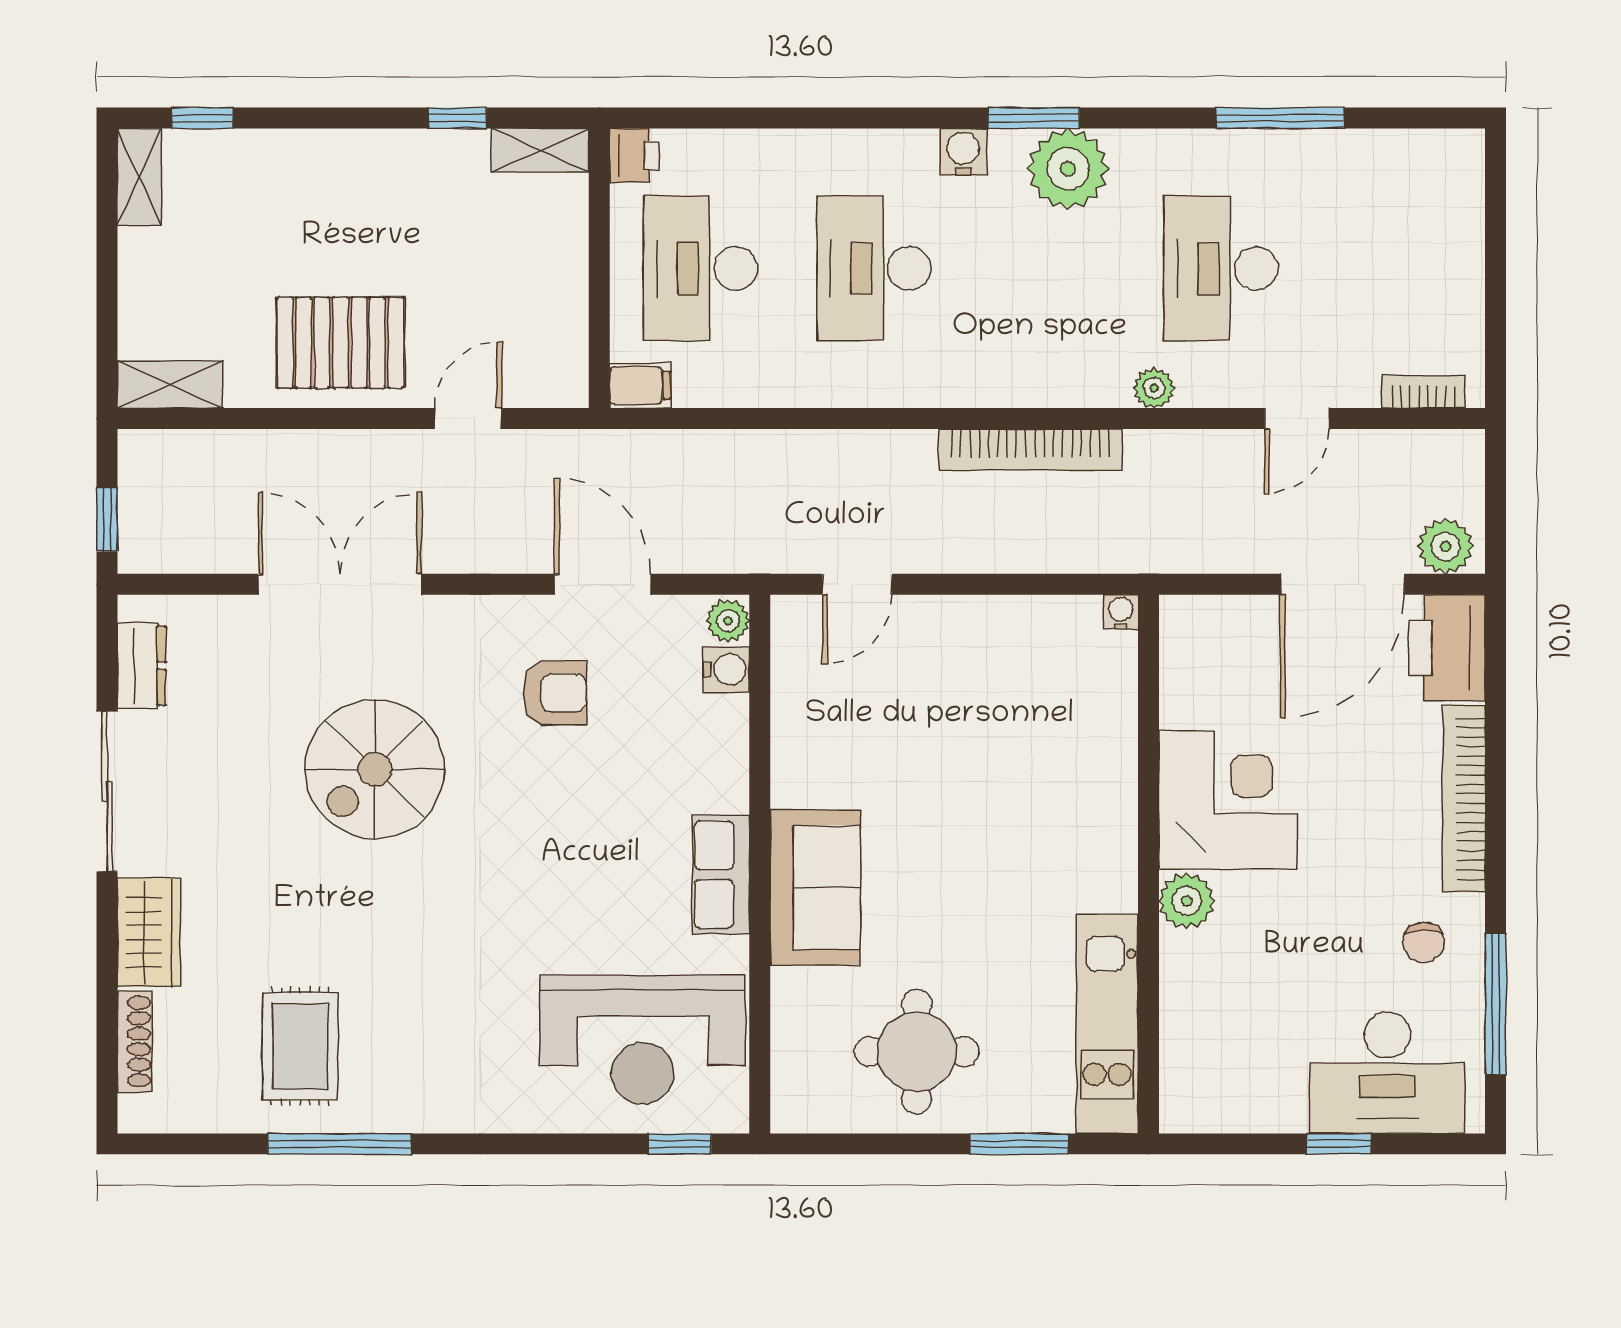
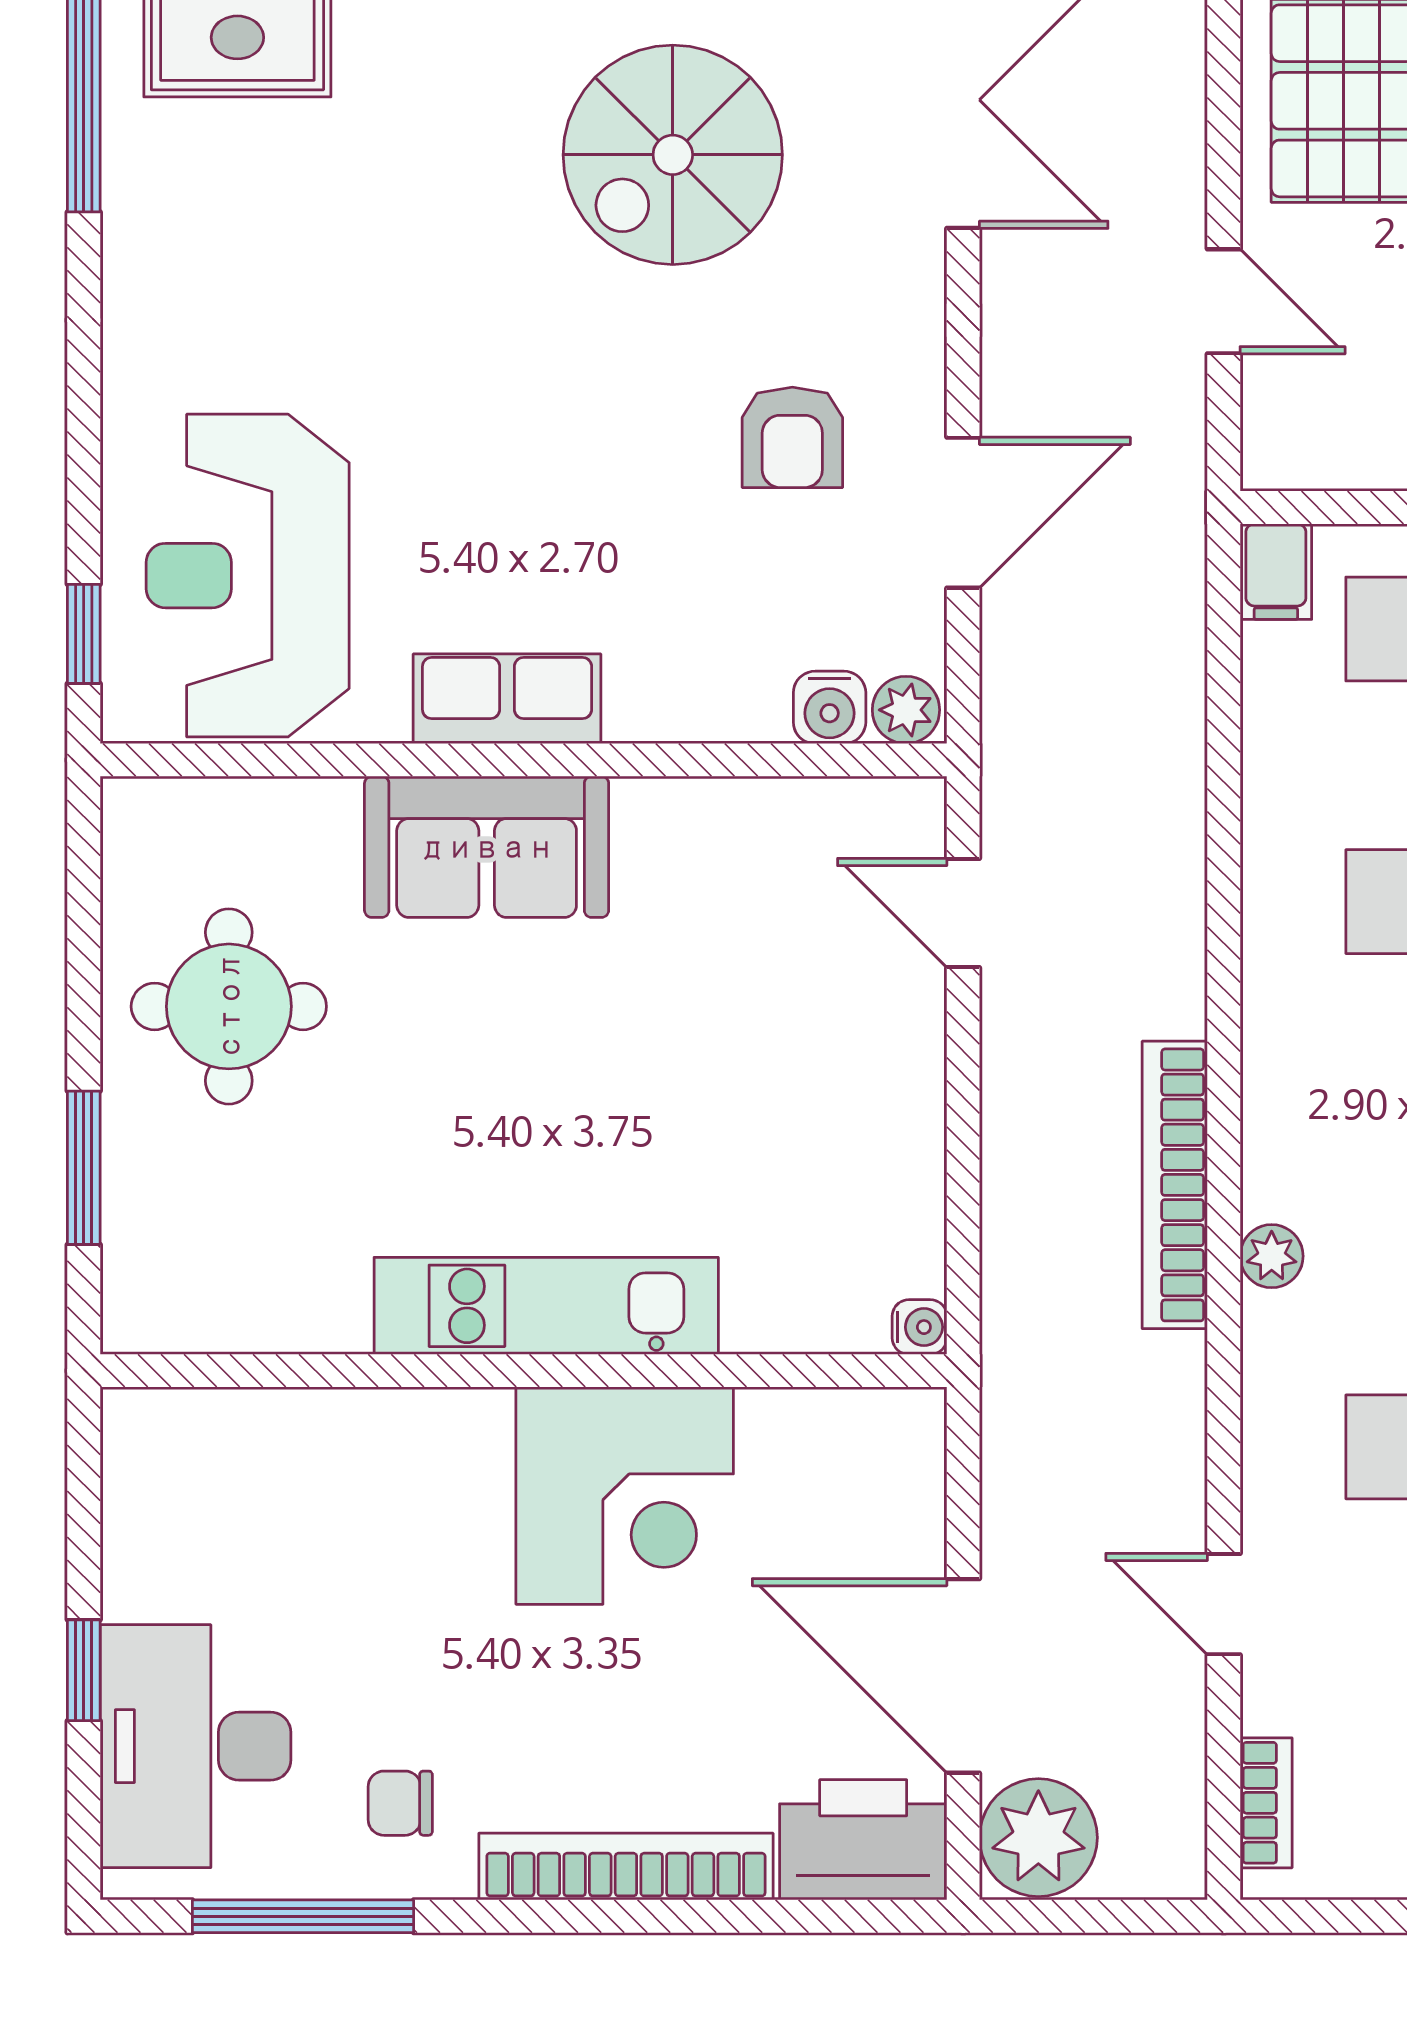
plant: (1154, 388) -> (1272, 1256), moved
plant: (1446, 546) -> (1038, 1838), width x1.36, depth x1.36
spiral stairs: (375, 769) -> (673, 155), turned -90
plant: (1187, 901) -> (466, 1431), removed
kitchen unit: (1107, 1024) -> (546, 1306), moved

